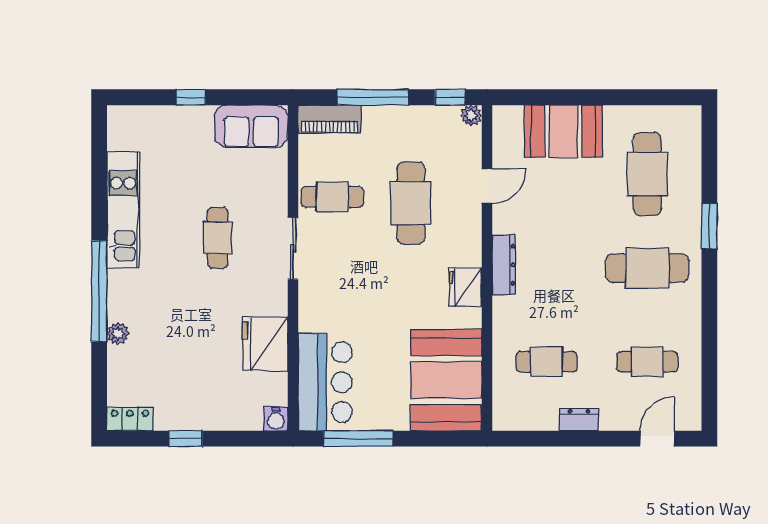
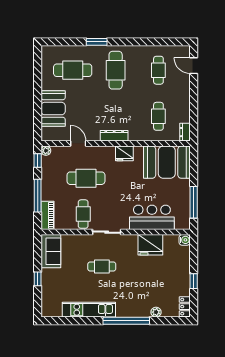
plant: (118, 333) -> (156, 312), moved
bar counter: (325, 382) -> (152, 217), moved
dresser: (579, 420) -> (185, 132), moved

